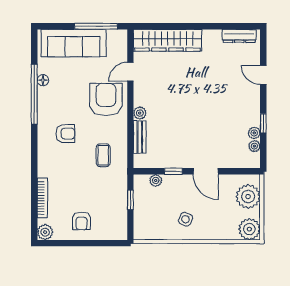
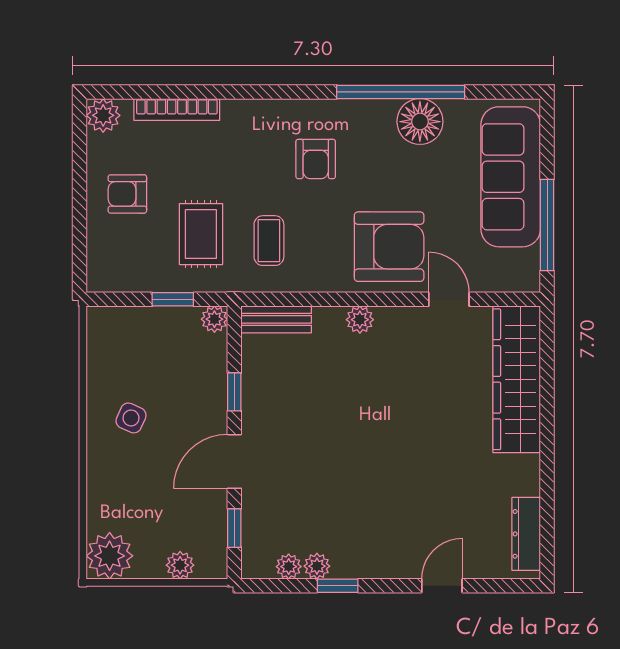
floor lamp: (43, 80) -> (420, 122), width x1.89, depth x1.89
bench: (140, 137) -> (276, 319), moved
coffee table: (103, 155) -> (269, 241), turned 90
window: (237, 171) -> (234, 528), added
plant: (156, 181) -> (214, 319), moved
rug: (100, 187) -> (201, 234), added
plant: (248, 196) -> (180, 565), width x0.53, depth x0.53

